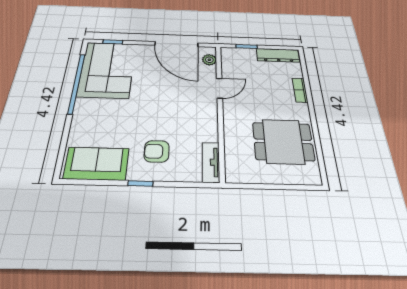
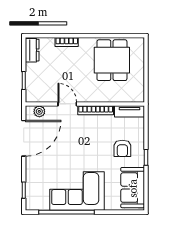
dresser: (278, 55) -> (32, 50), width x0.70
corner sofa: (107, 69) -> (77, 191), moved
bookcase: (212, 120) -> (96, 110), added

